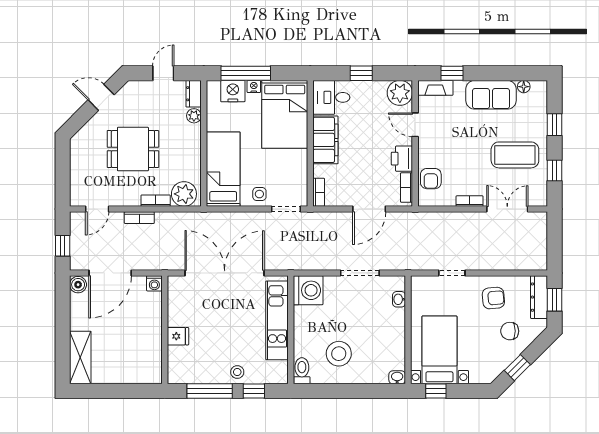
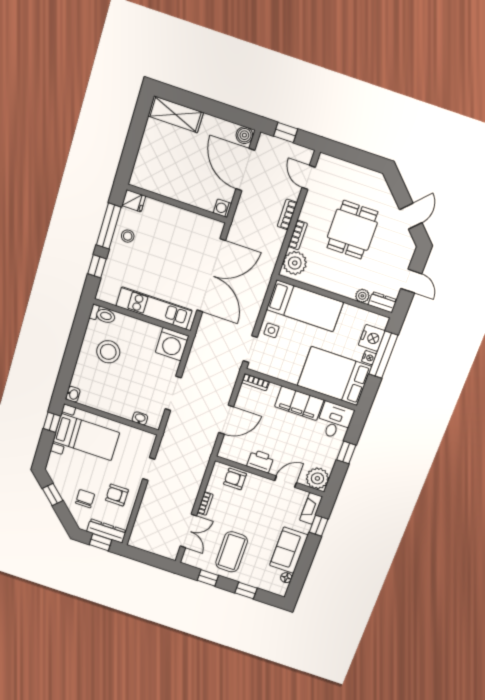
bookcase: (407, 188) -> (234, 457), removed
door: (369, 209) -> (226, 420), swing flipped
armchair: (493, 298) -> (117, 495), turned 95
fridge: (178, 336) -> (134, 201), moved, turned -90
stool: (237, 372) -> (128, 236), moved

